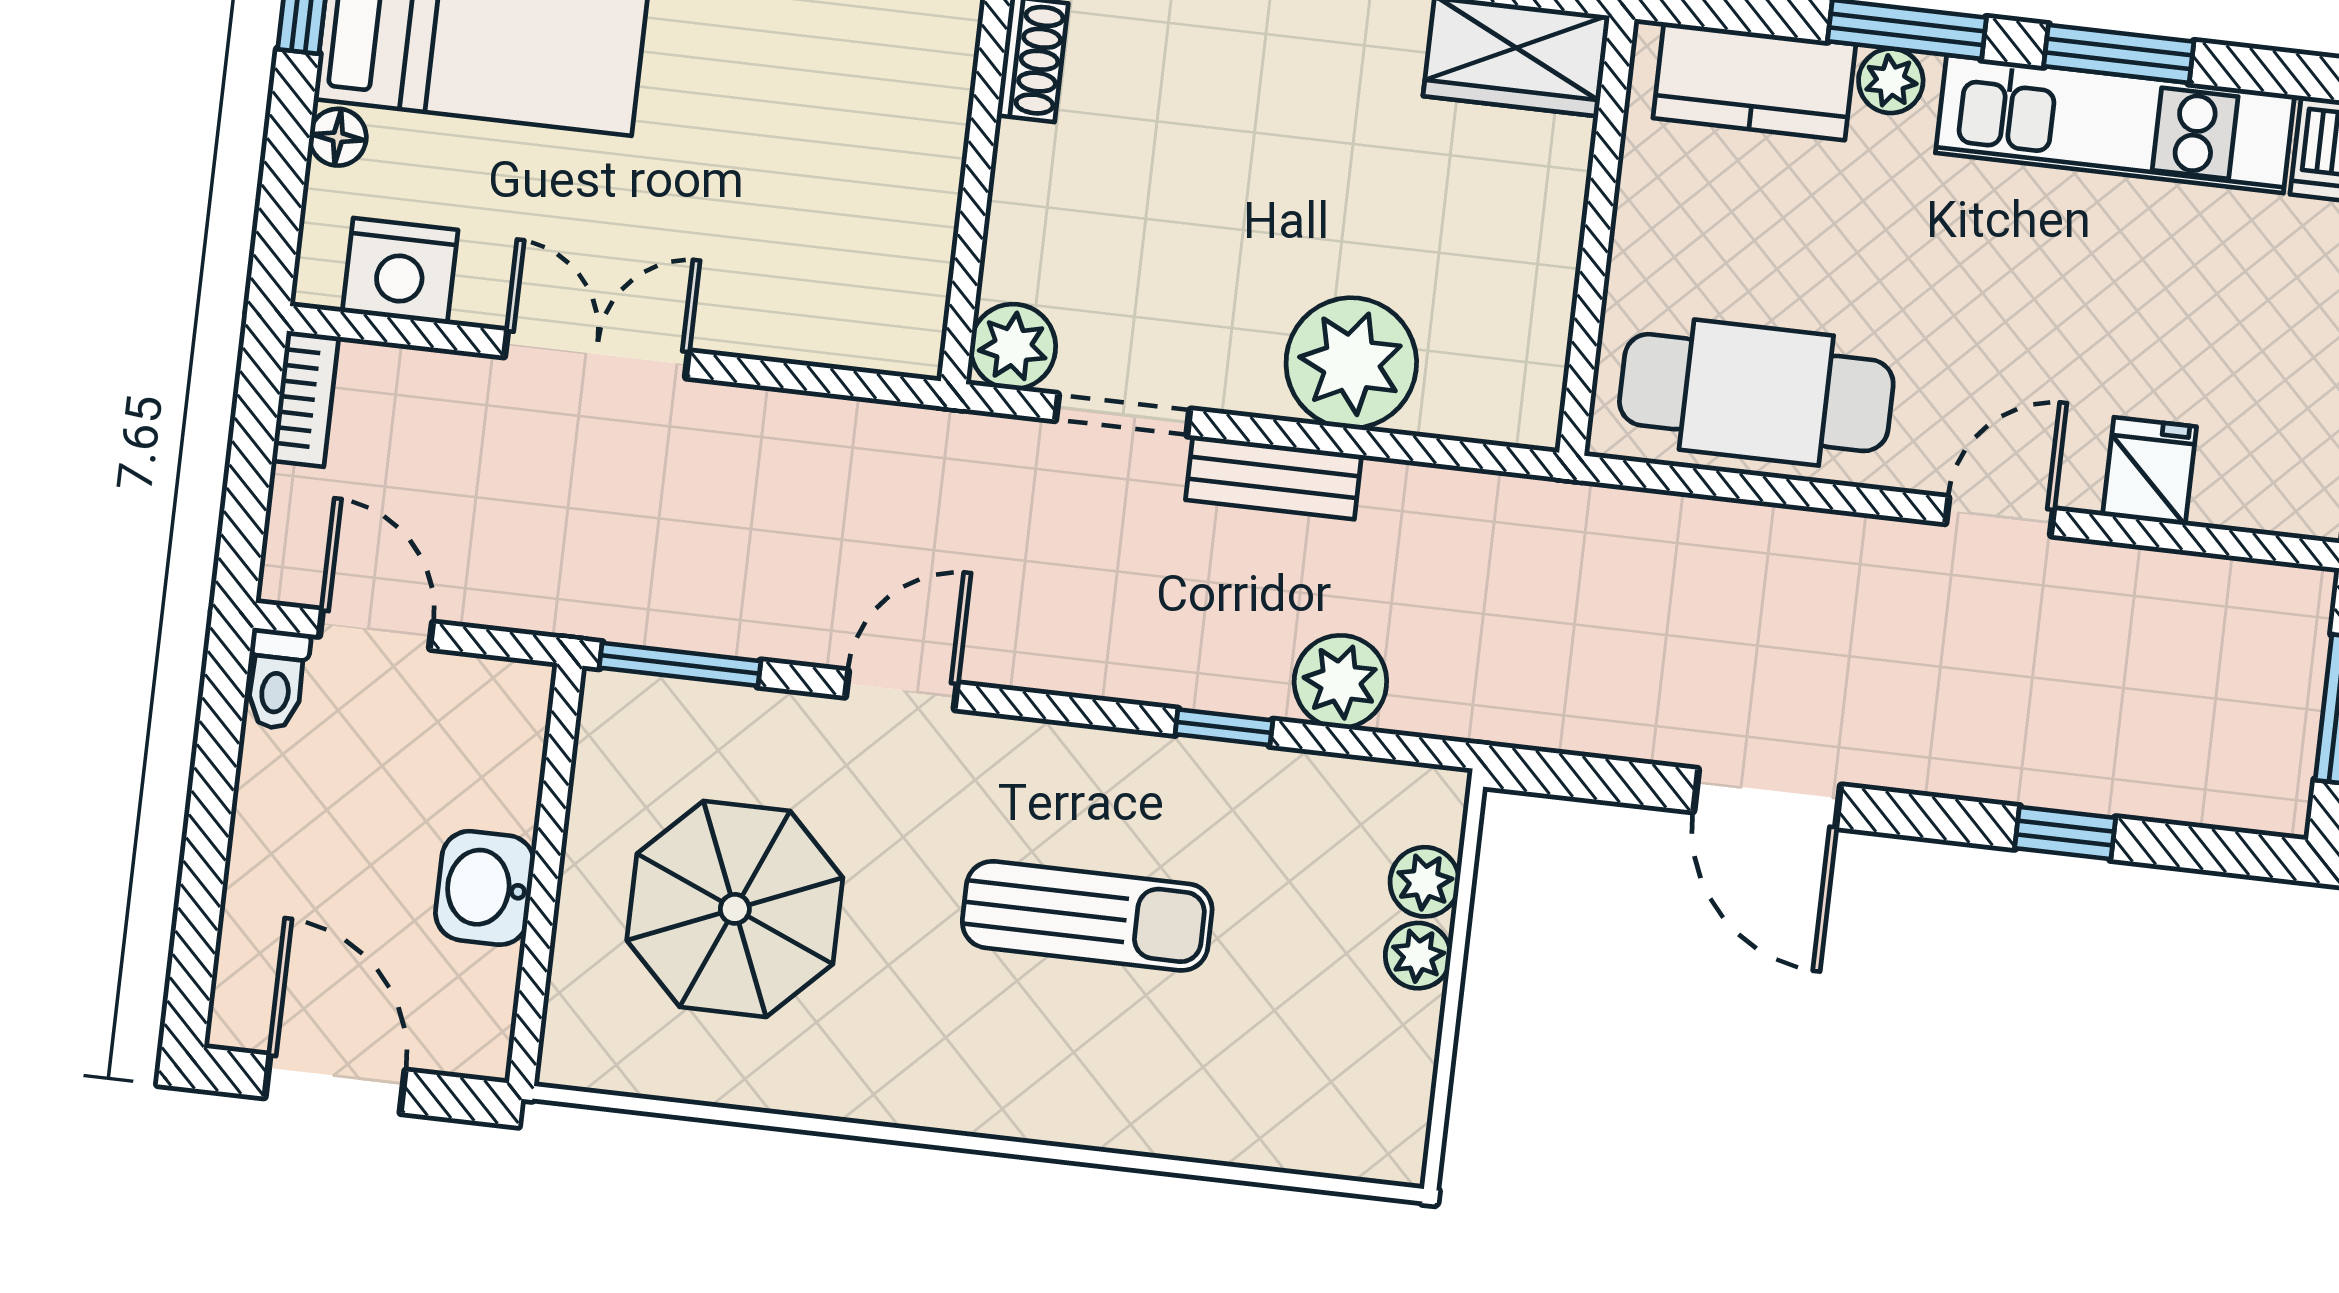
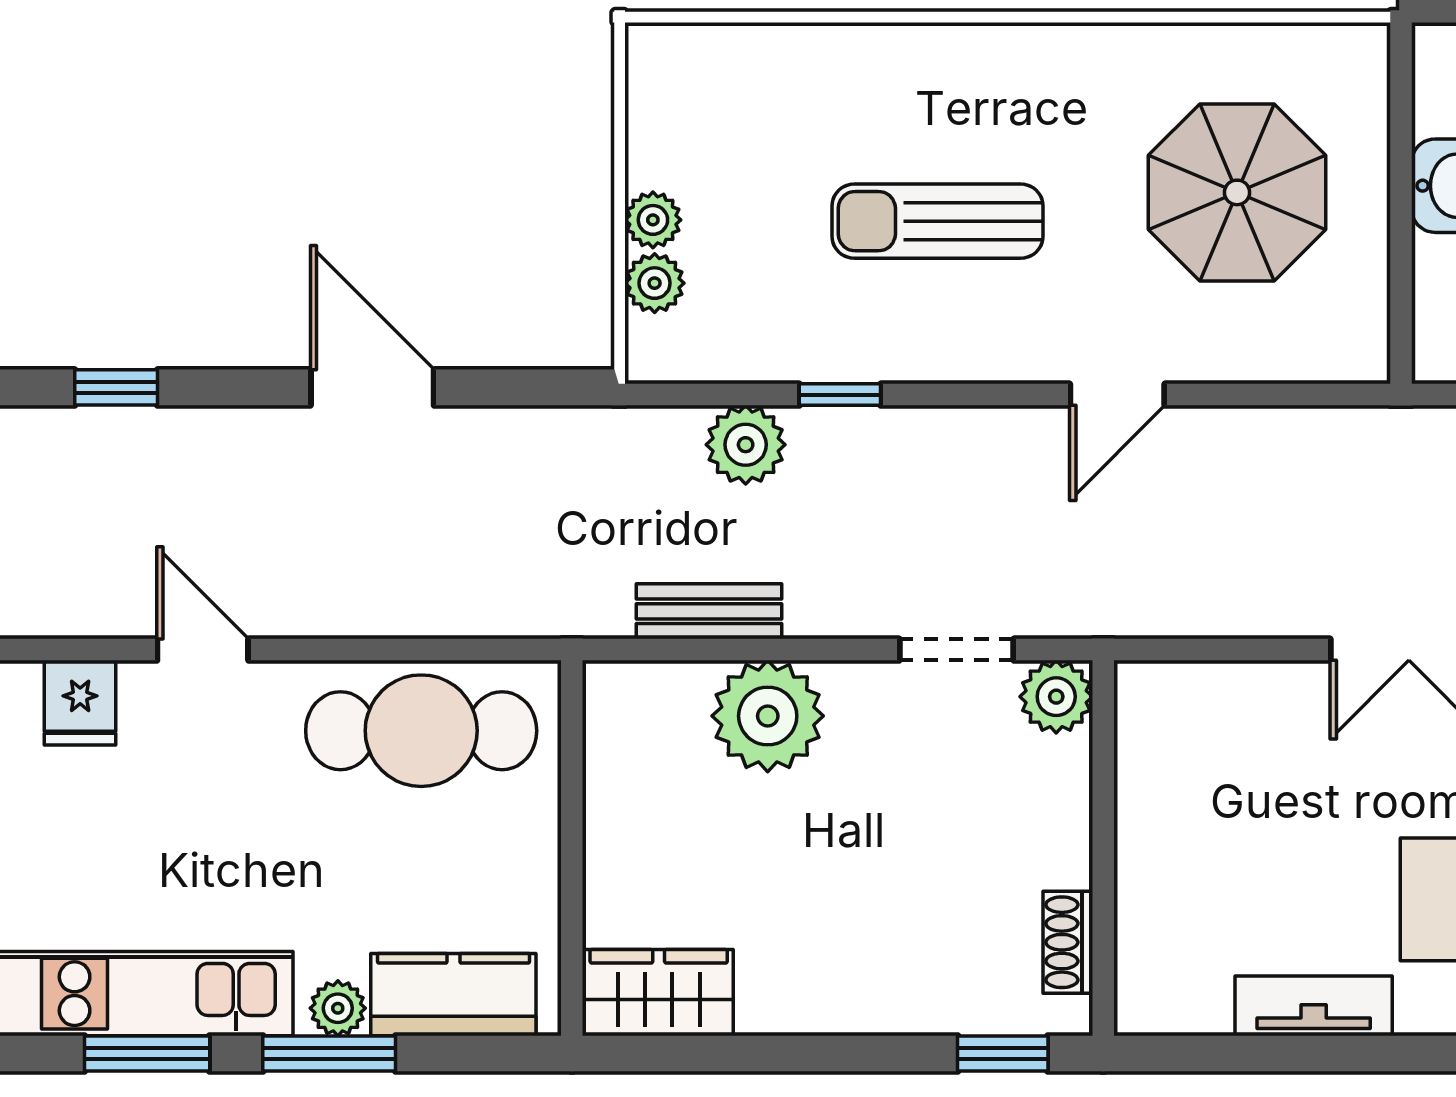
bench: (1274, 477) -> (709, 611), moved
door: (2000, 516) -> (203, 650), swing flipped
window: (680, 664) -> (1308, 395), removed

